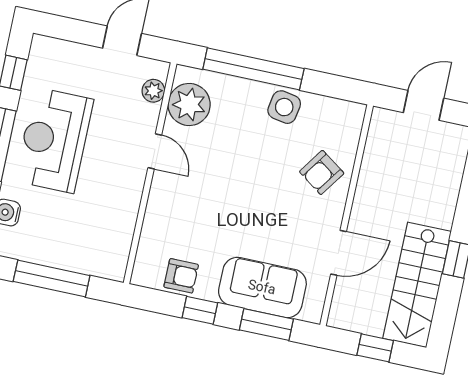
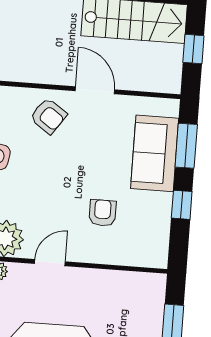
door: (339, 253) -> (95, 90), moved
armchair: (181, 276) -> (103, 213), moved

